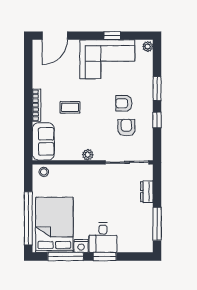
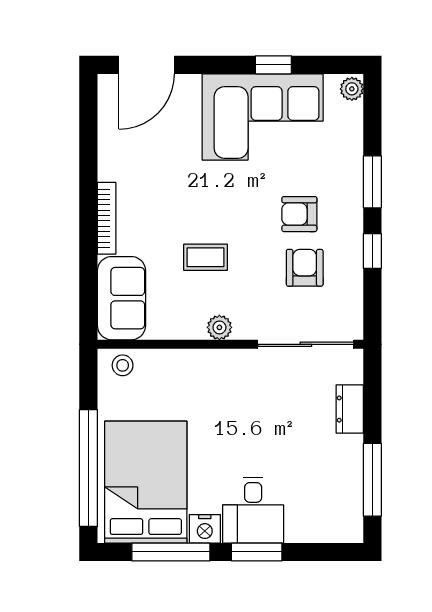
coffee table: (70, 107) -> (205, 257), moved

